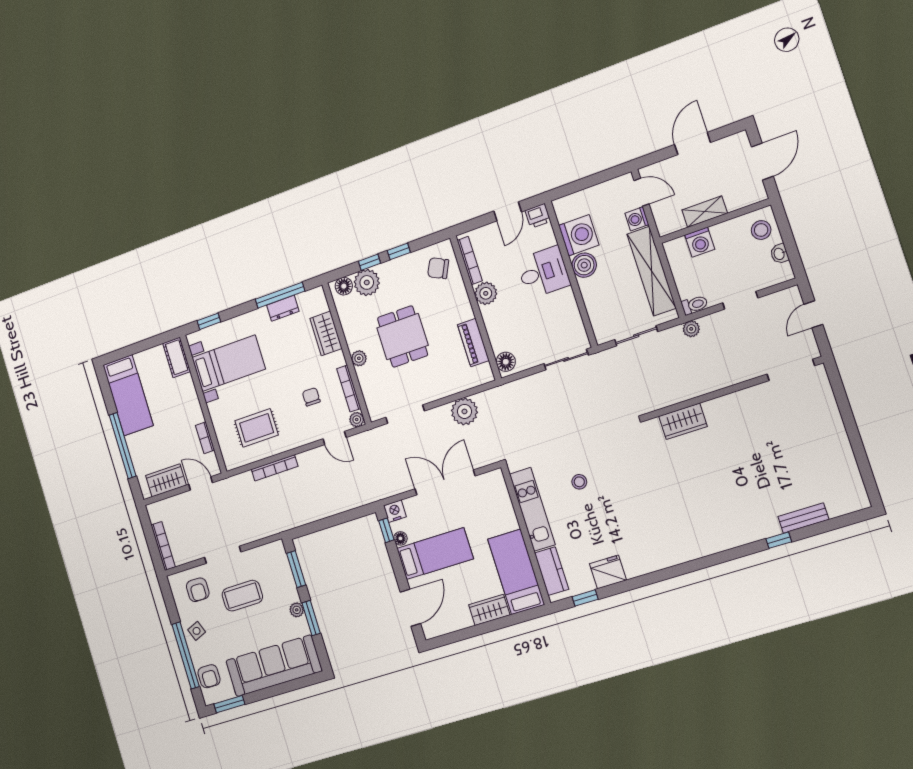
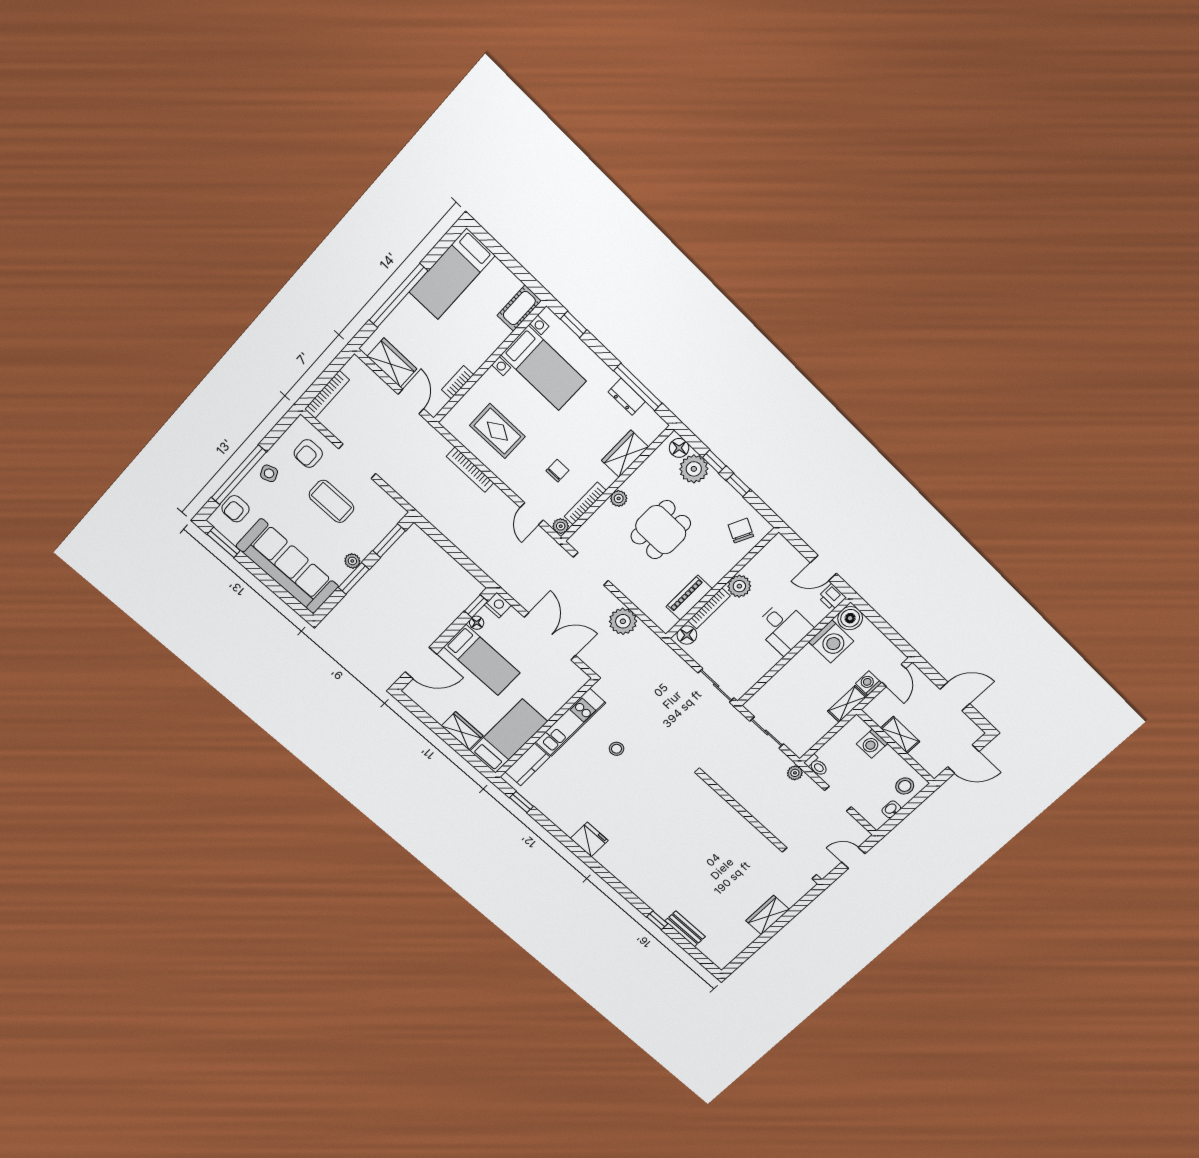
bookcase: (470, 260) -> (709, 608), moved
boiler: (584, 265) -> (850, 618), moved
shelving: (652, 271) -> (847, 704), width x0.45, depth x0.75
wardrobe: (683, 421) -> (768, 915), moved, turned 90
fridge: (608, 572) -> (589, 839), moved

